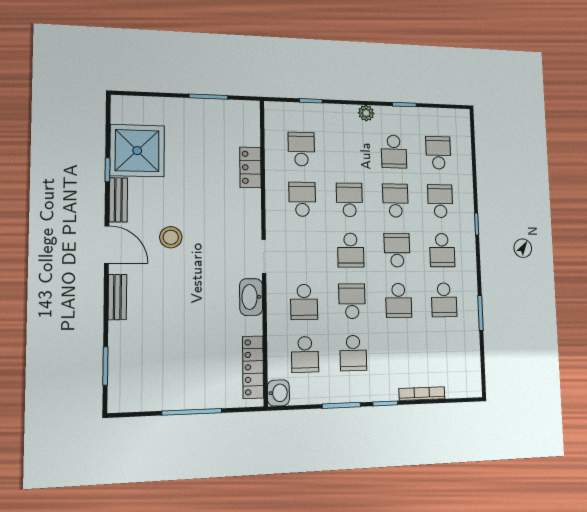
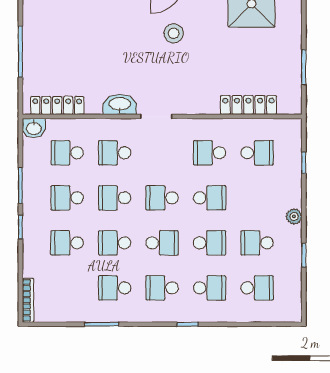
locker: (250, 167) -> (248, 105), width x1.53
school desk: (302, 199) -> (210, 153), turned 180
school desk: (352, 301) -> (115, 198), turned 180
school desk: (400, 352) -> (67, 243), added
bookcase: (422, 394) -> (28, 300), moved

